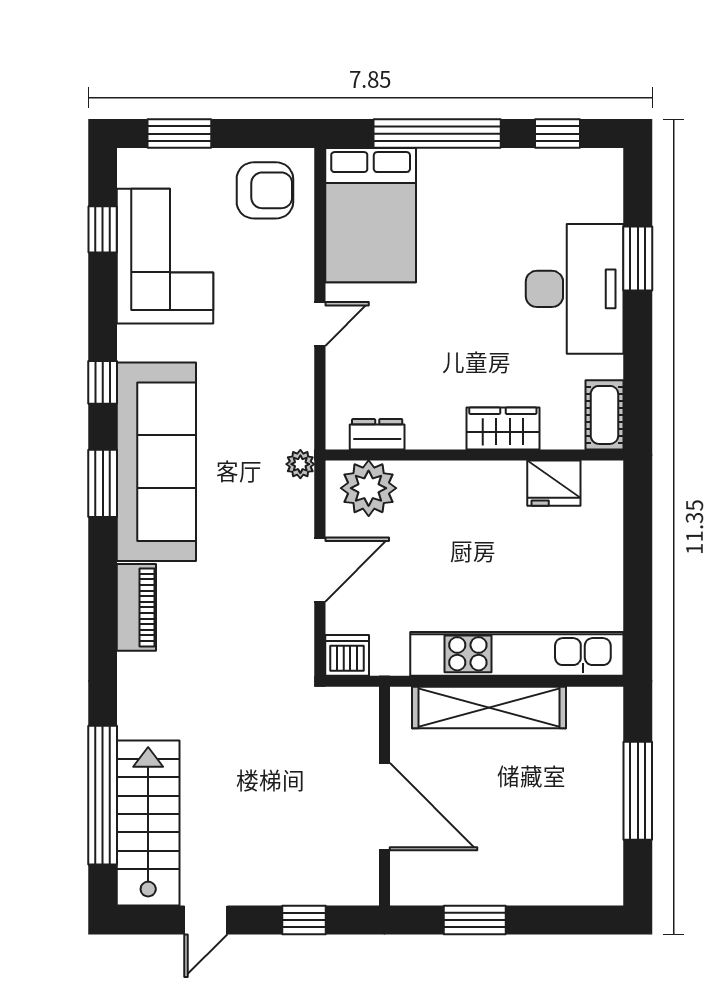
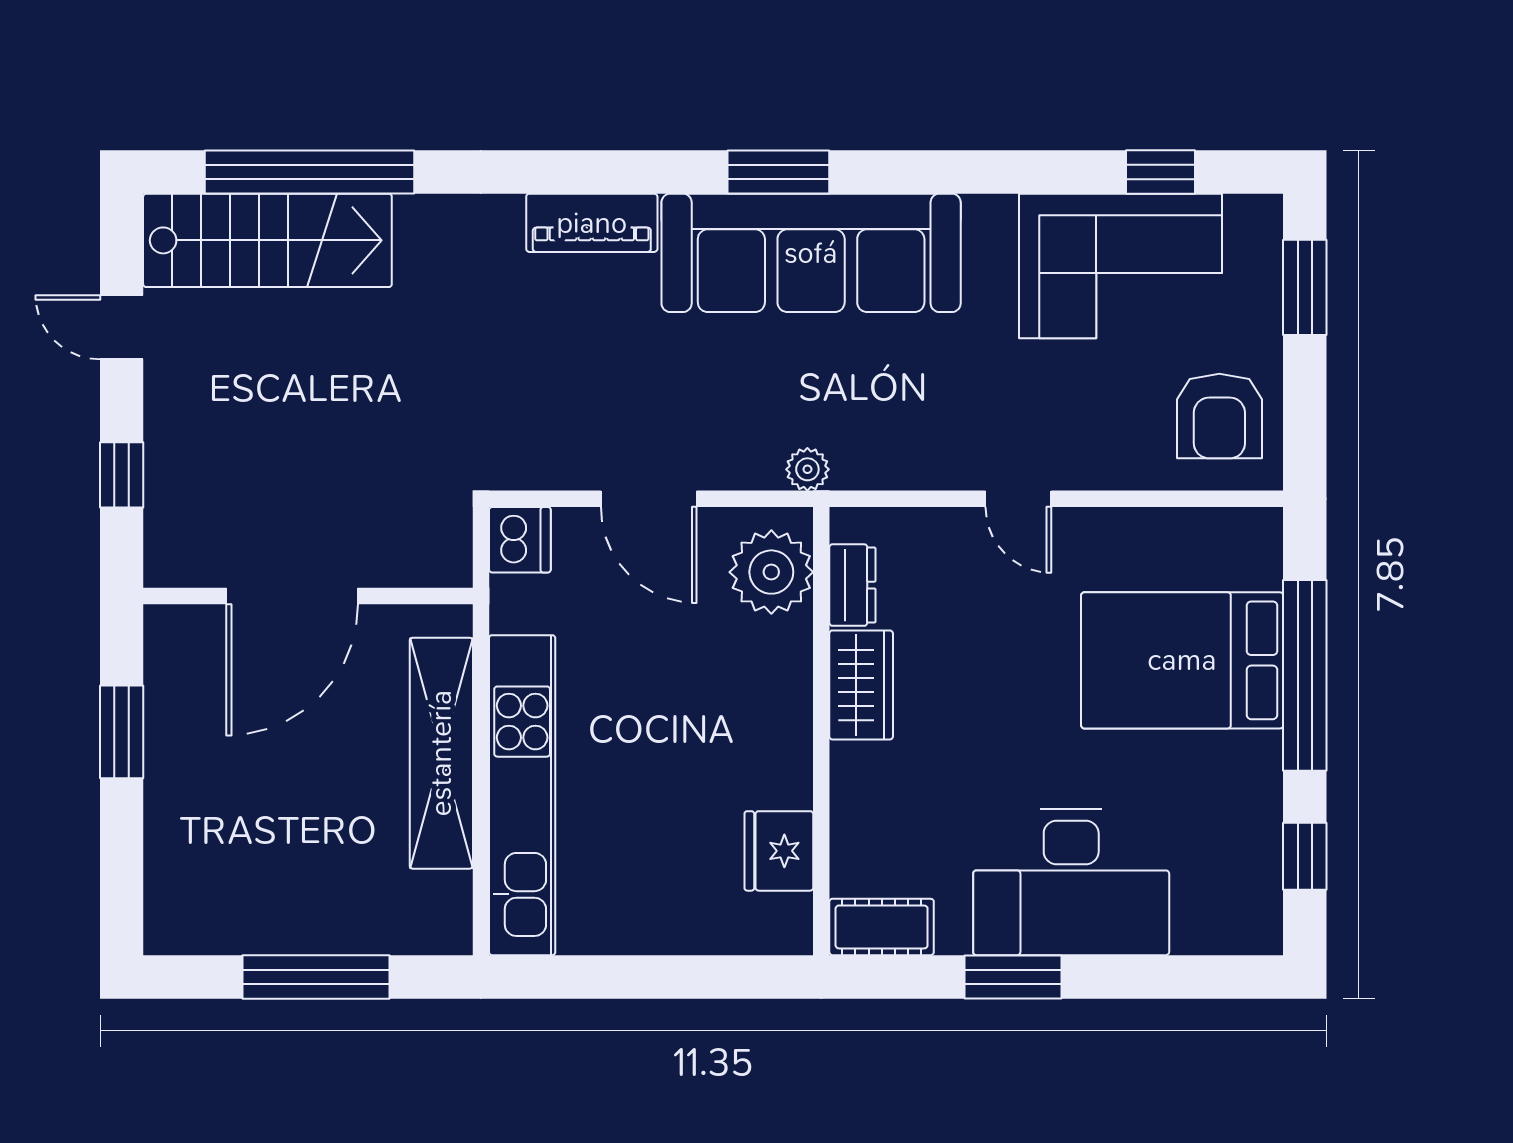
bed: (371, 215) -> (1182, 660), moved
window: (638, 258) -> (1013, 977), moved
window: (103, 382) -> (930, 172), removed
wardrobe: (503, 428) -> (861, 685), moved

